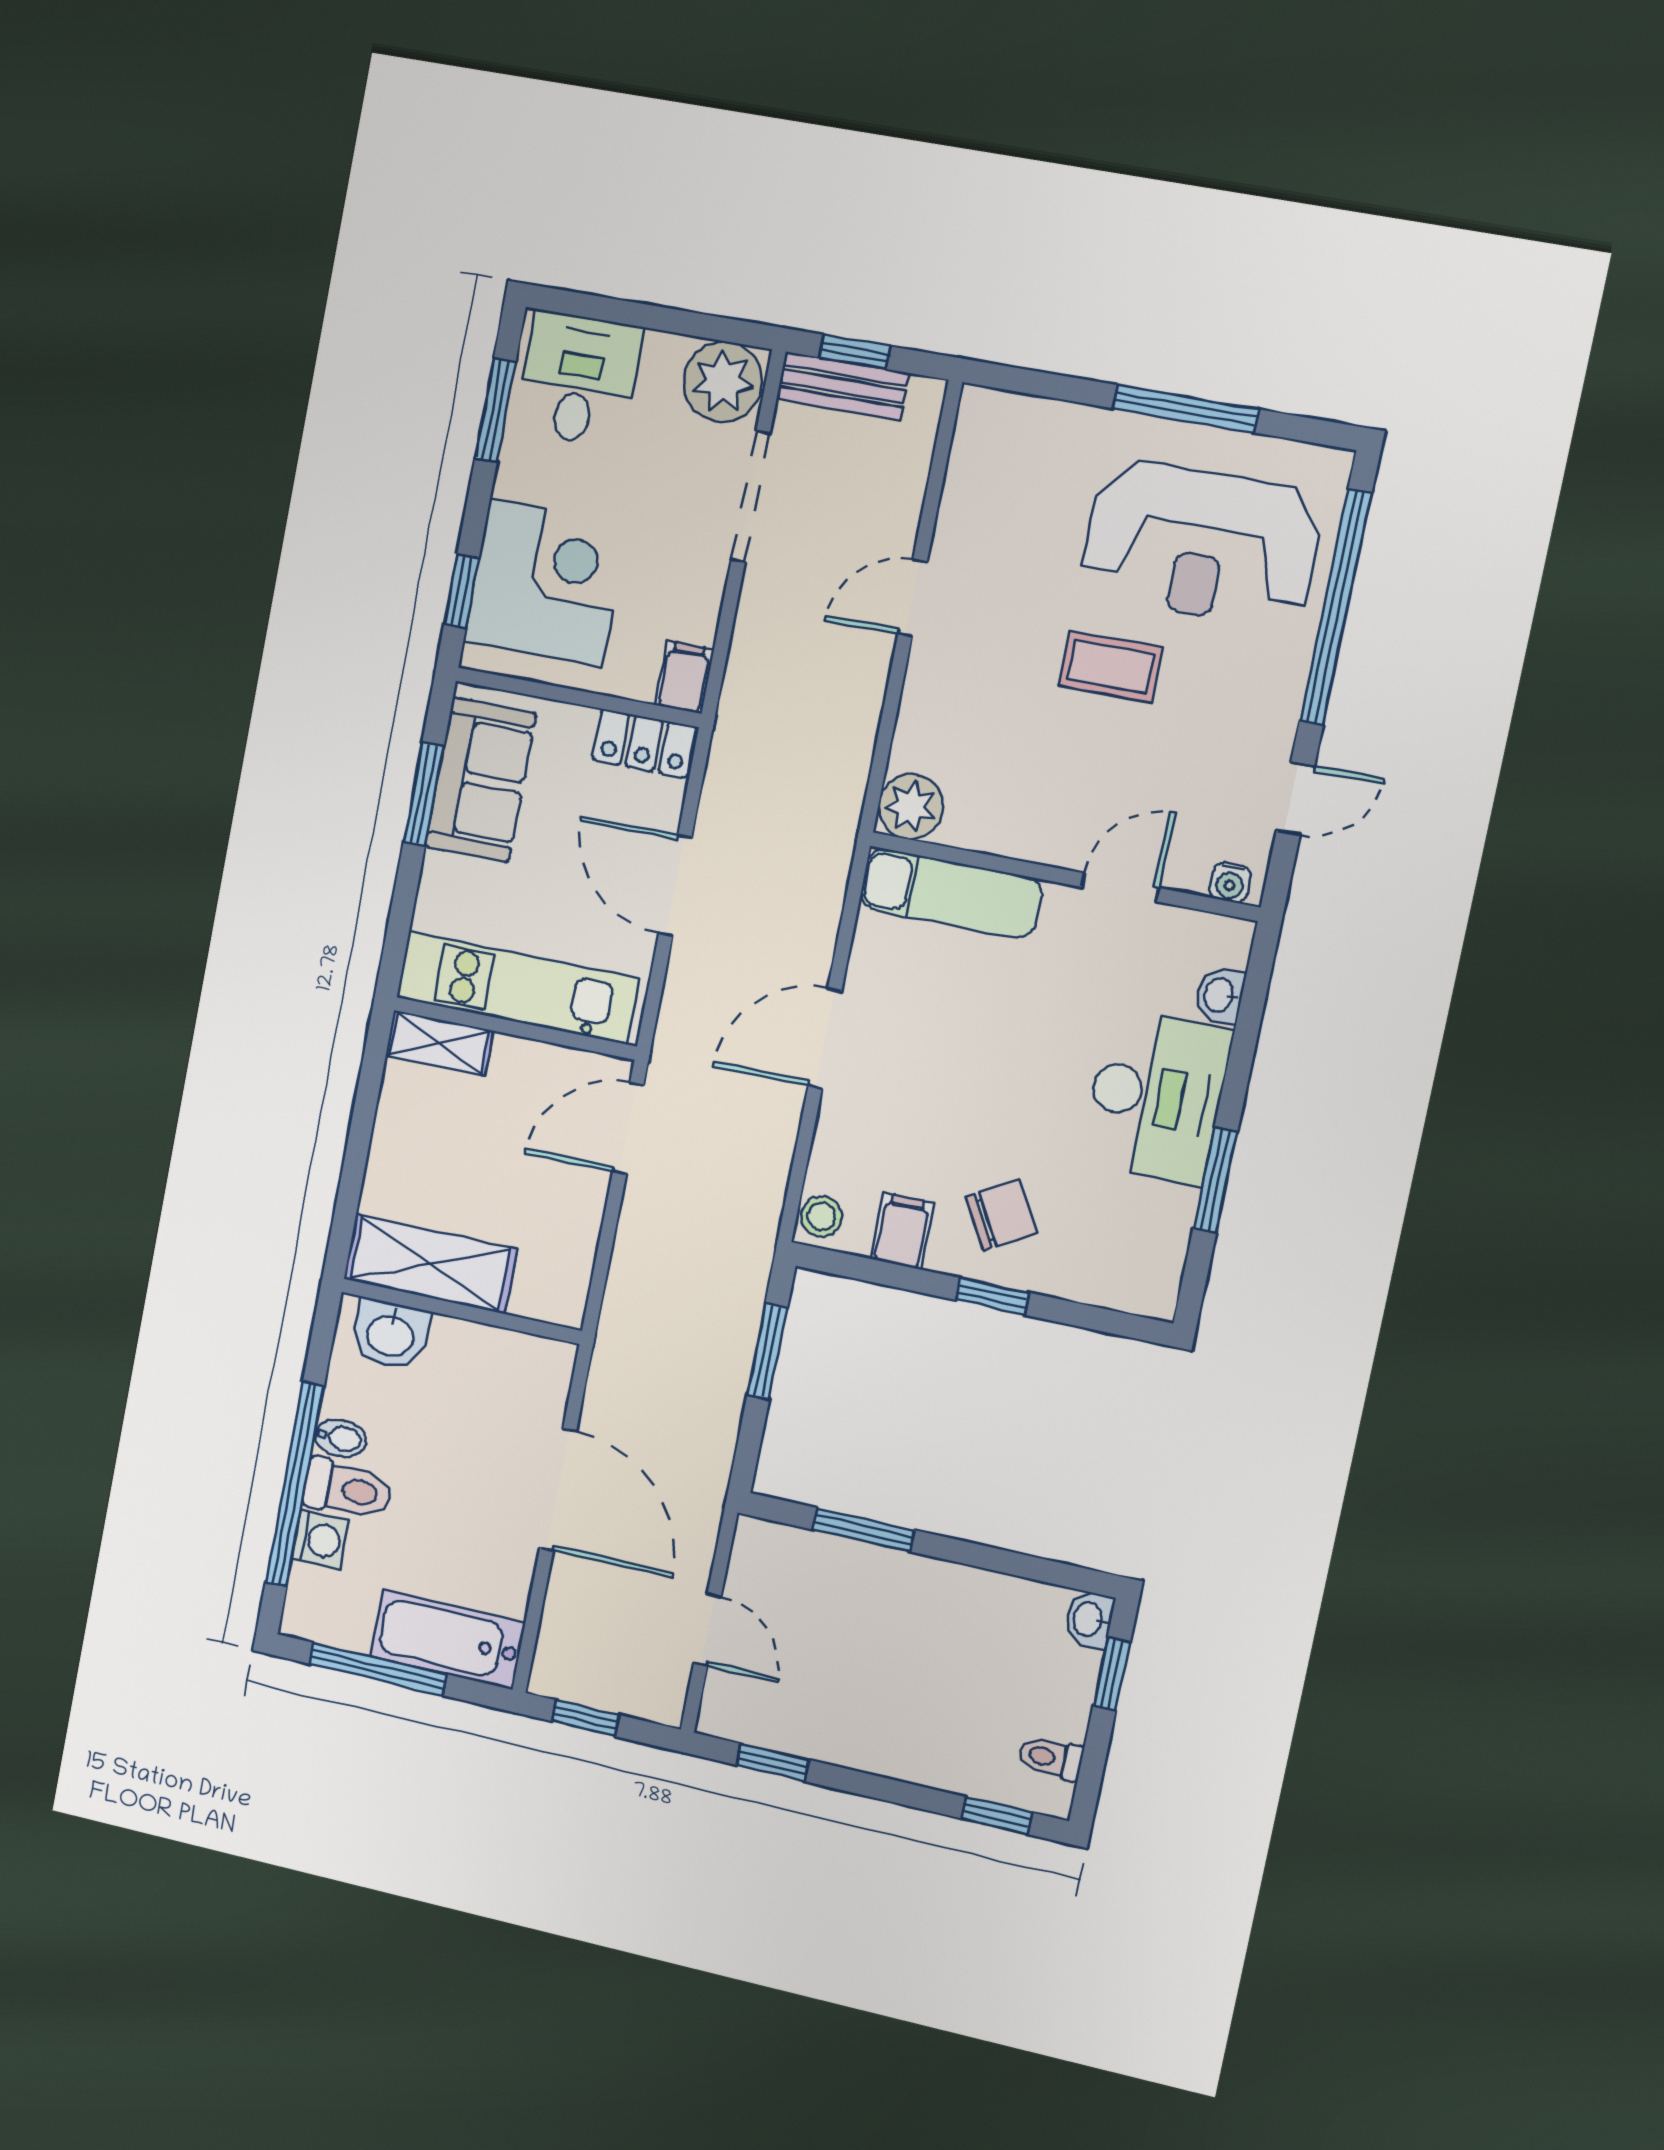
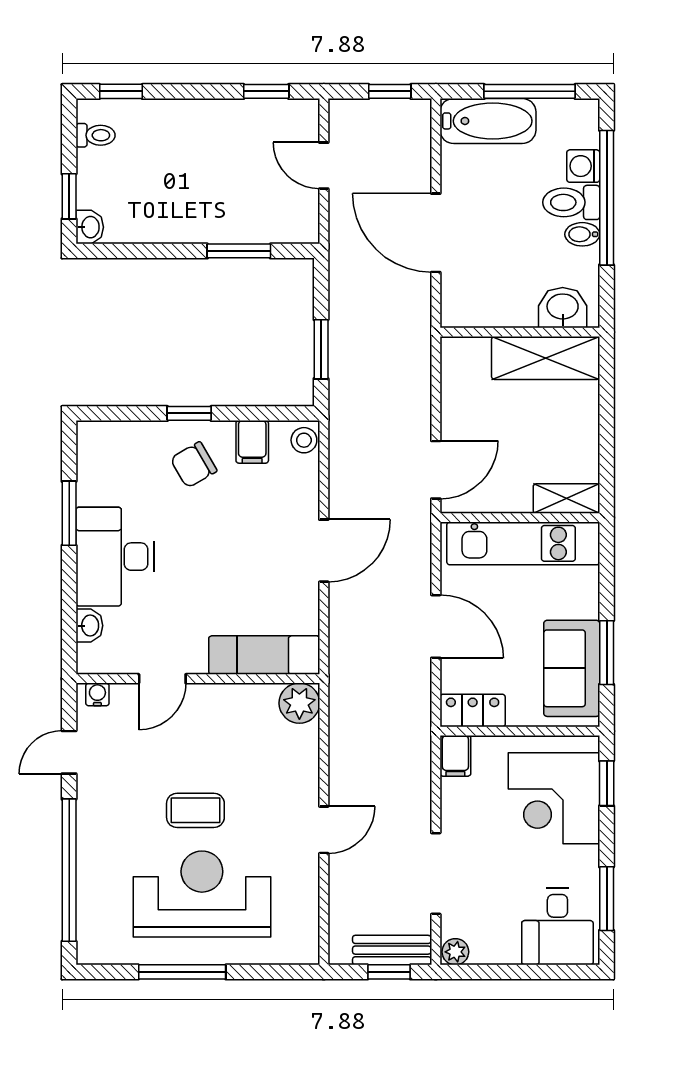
plant: (723, 382) -> (455, 952), width x0.53, depth x0.53
reception desk: (1202, 544) -> (202, 894), moved

